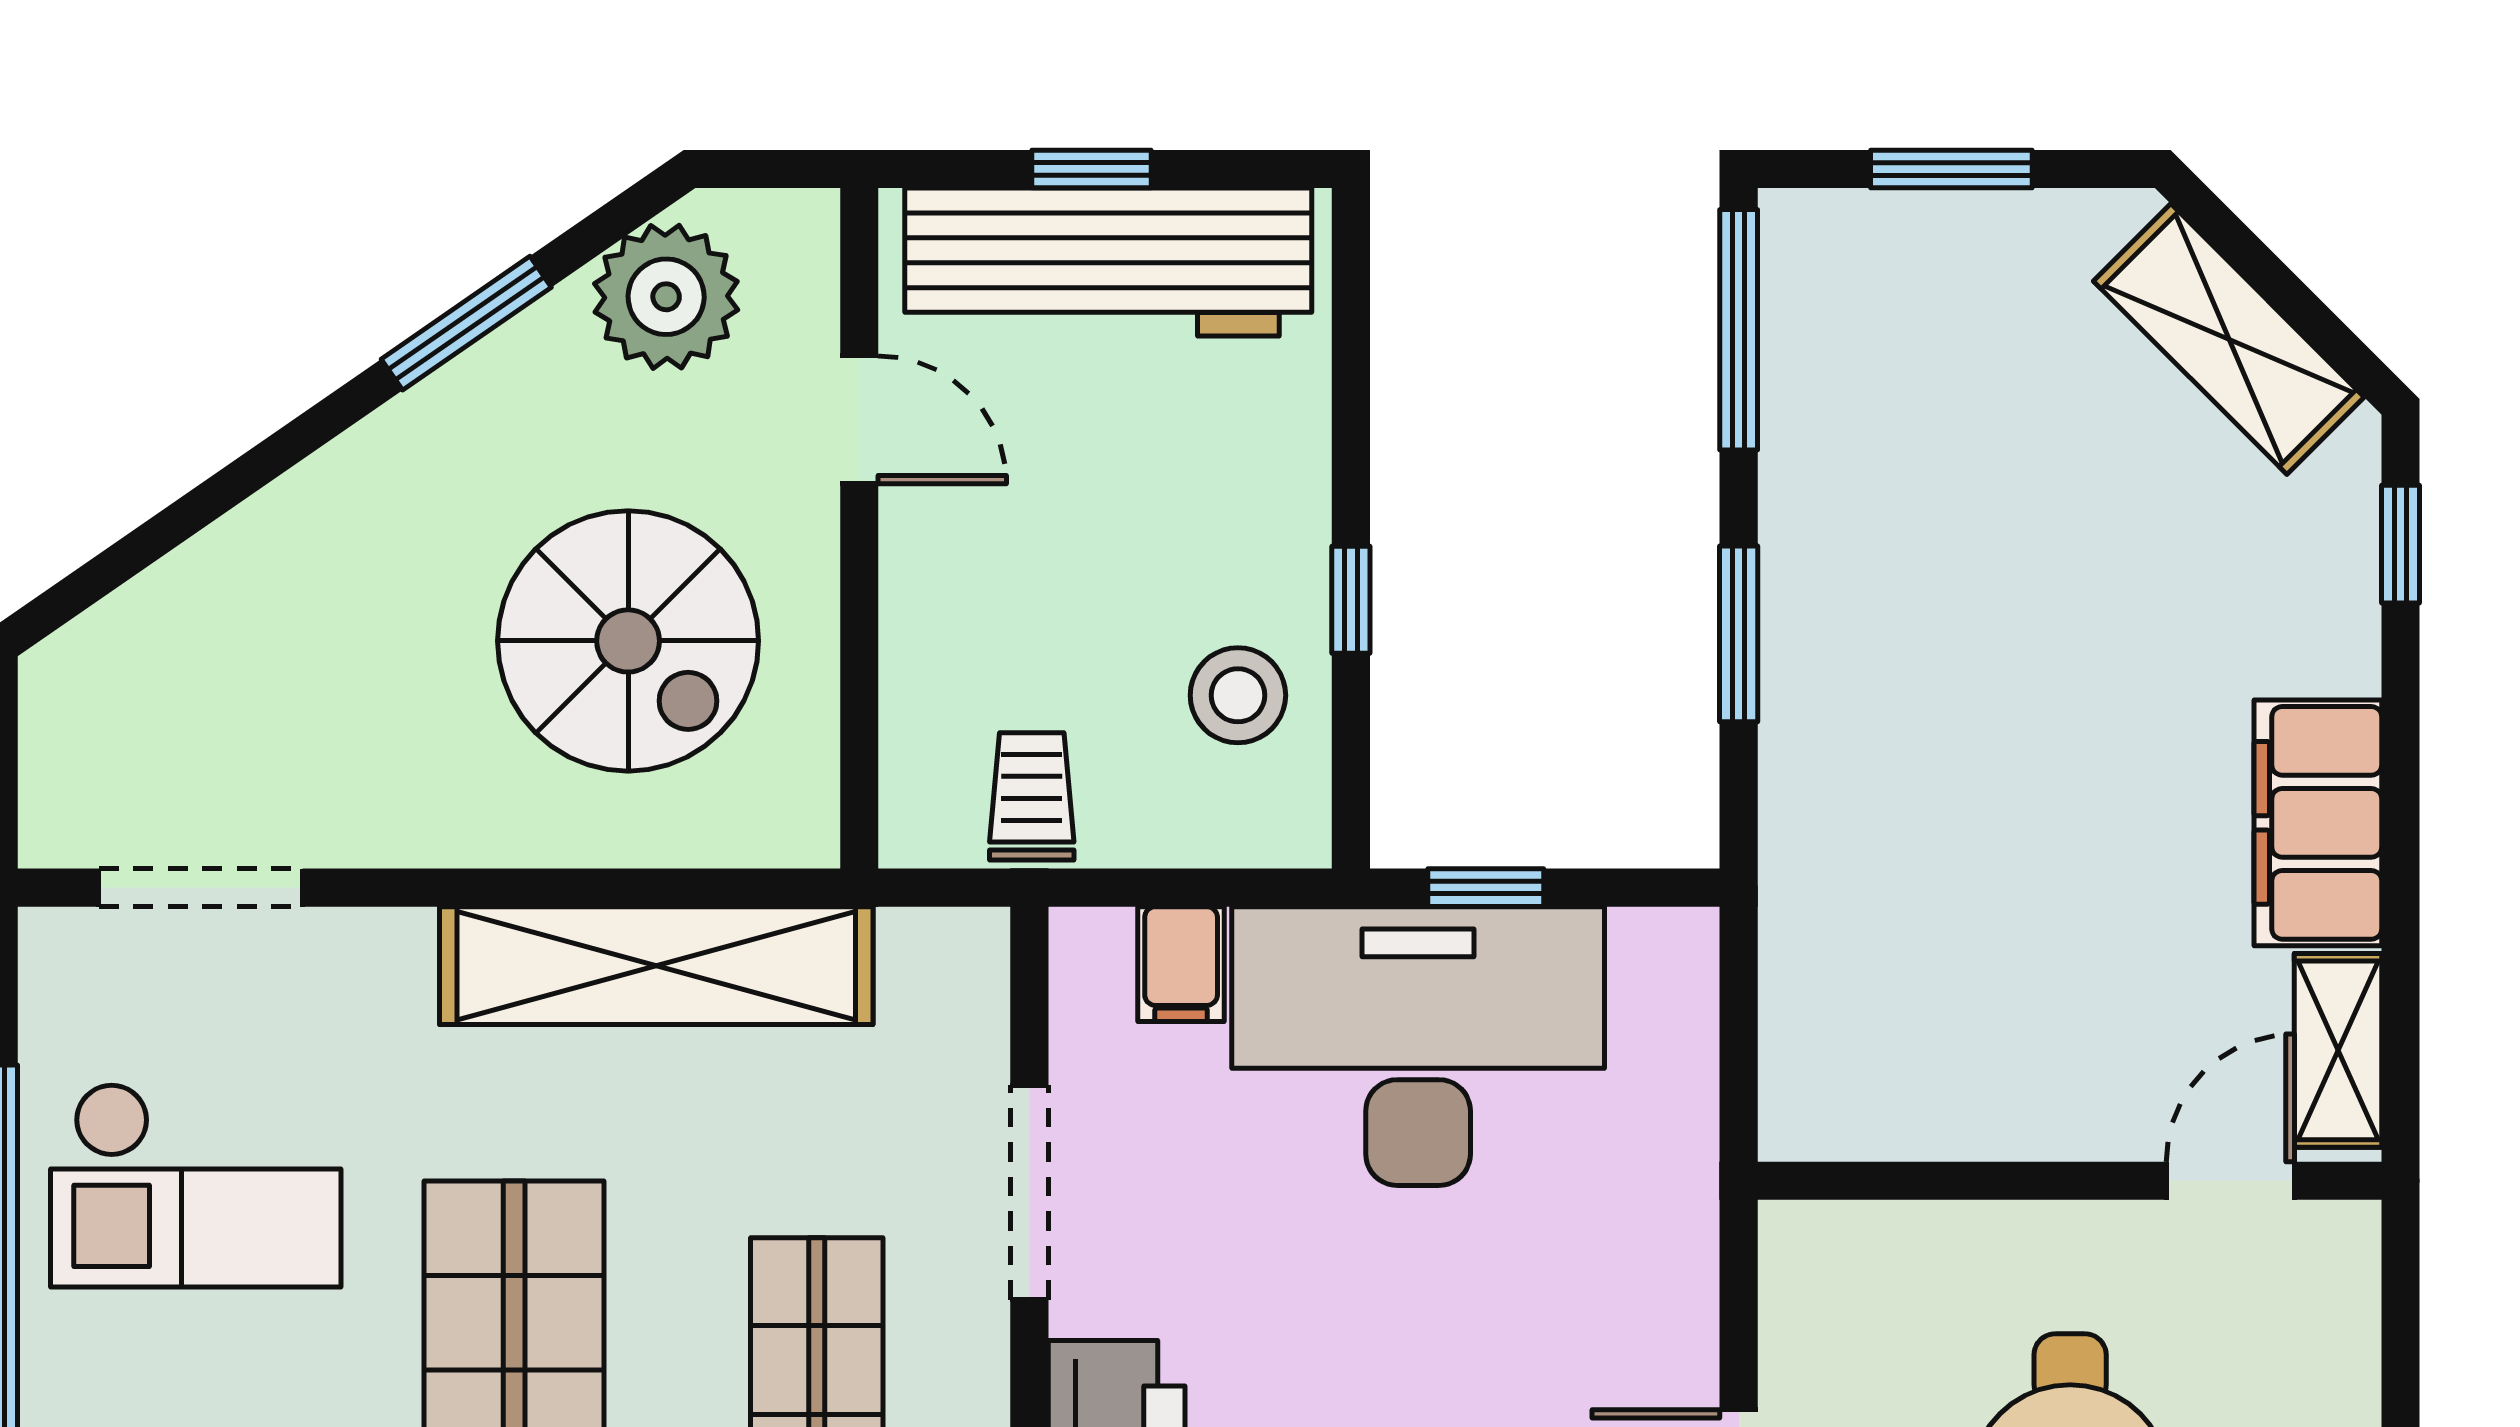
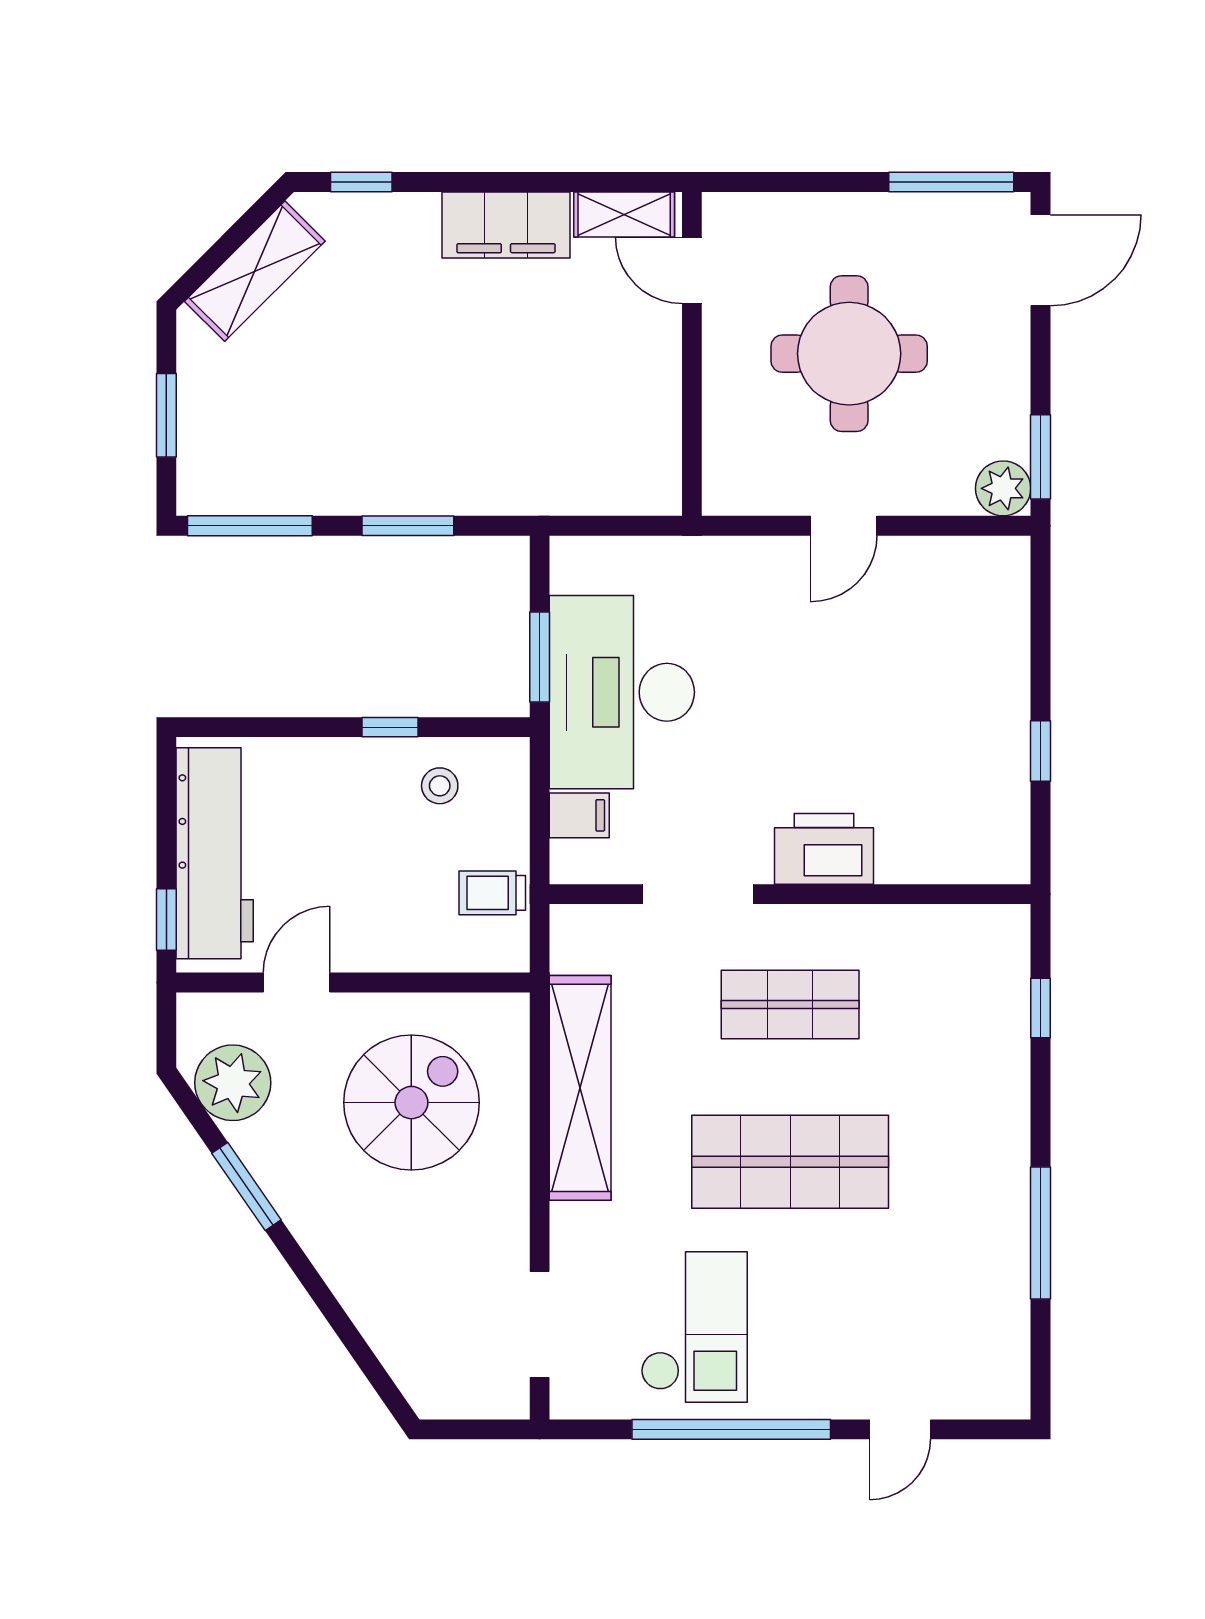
window: (1091, 169) -> (166, 920), moved
stool: (1238, 695) -> (440, 786), width x0.73, depth x0.73
window: (1486, 888) -> (540, 657), width x1.50

